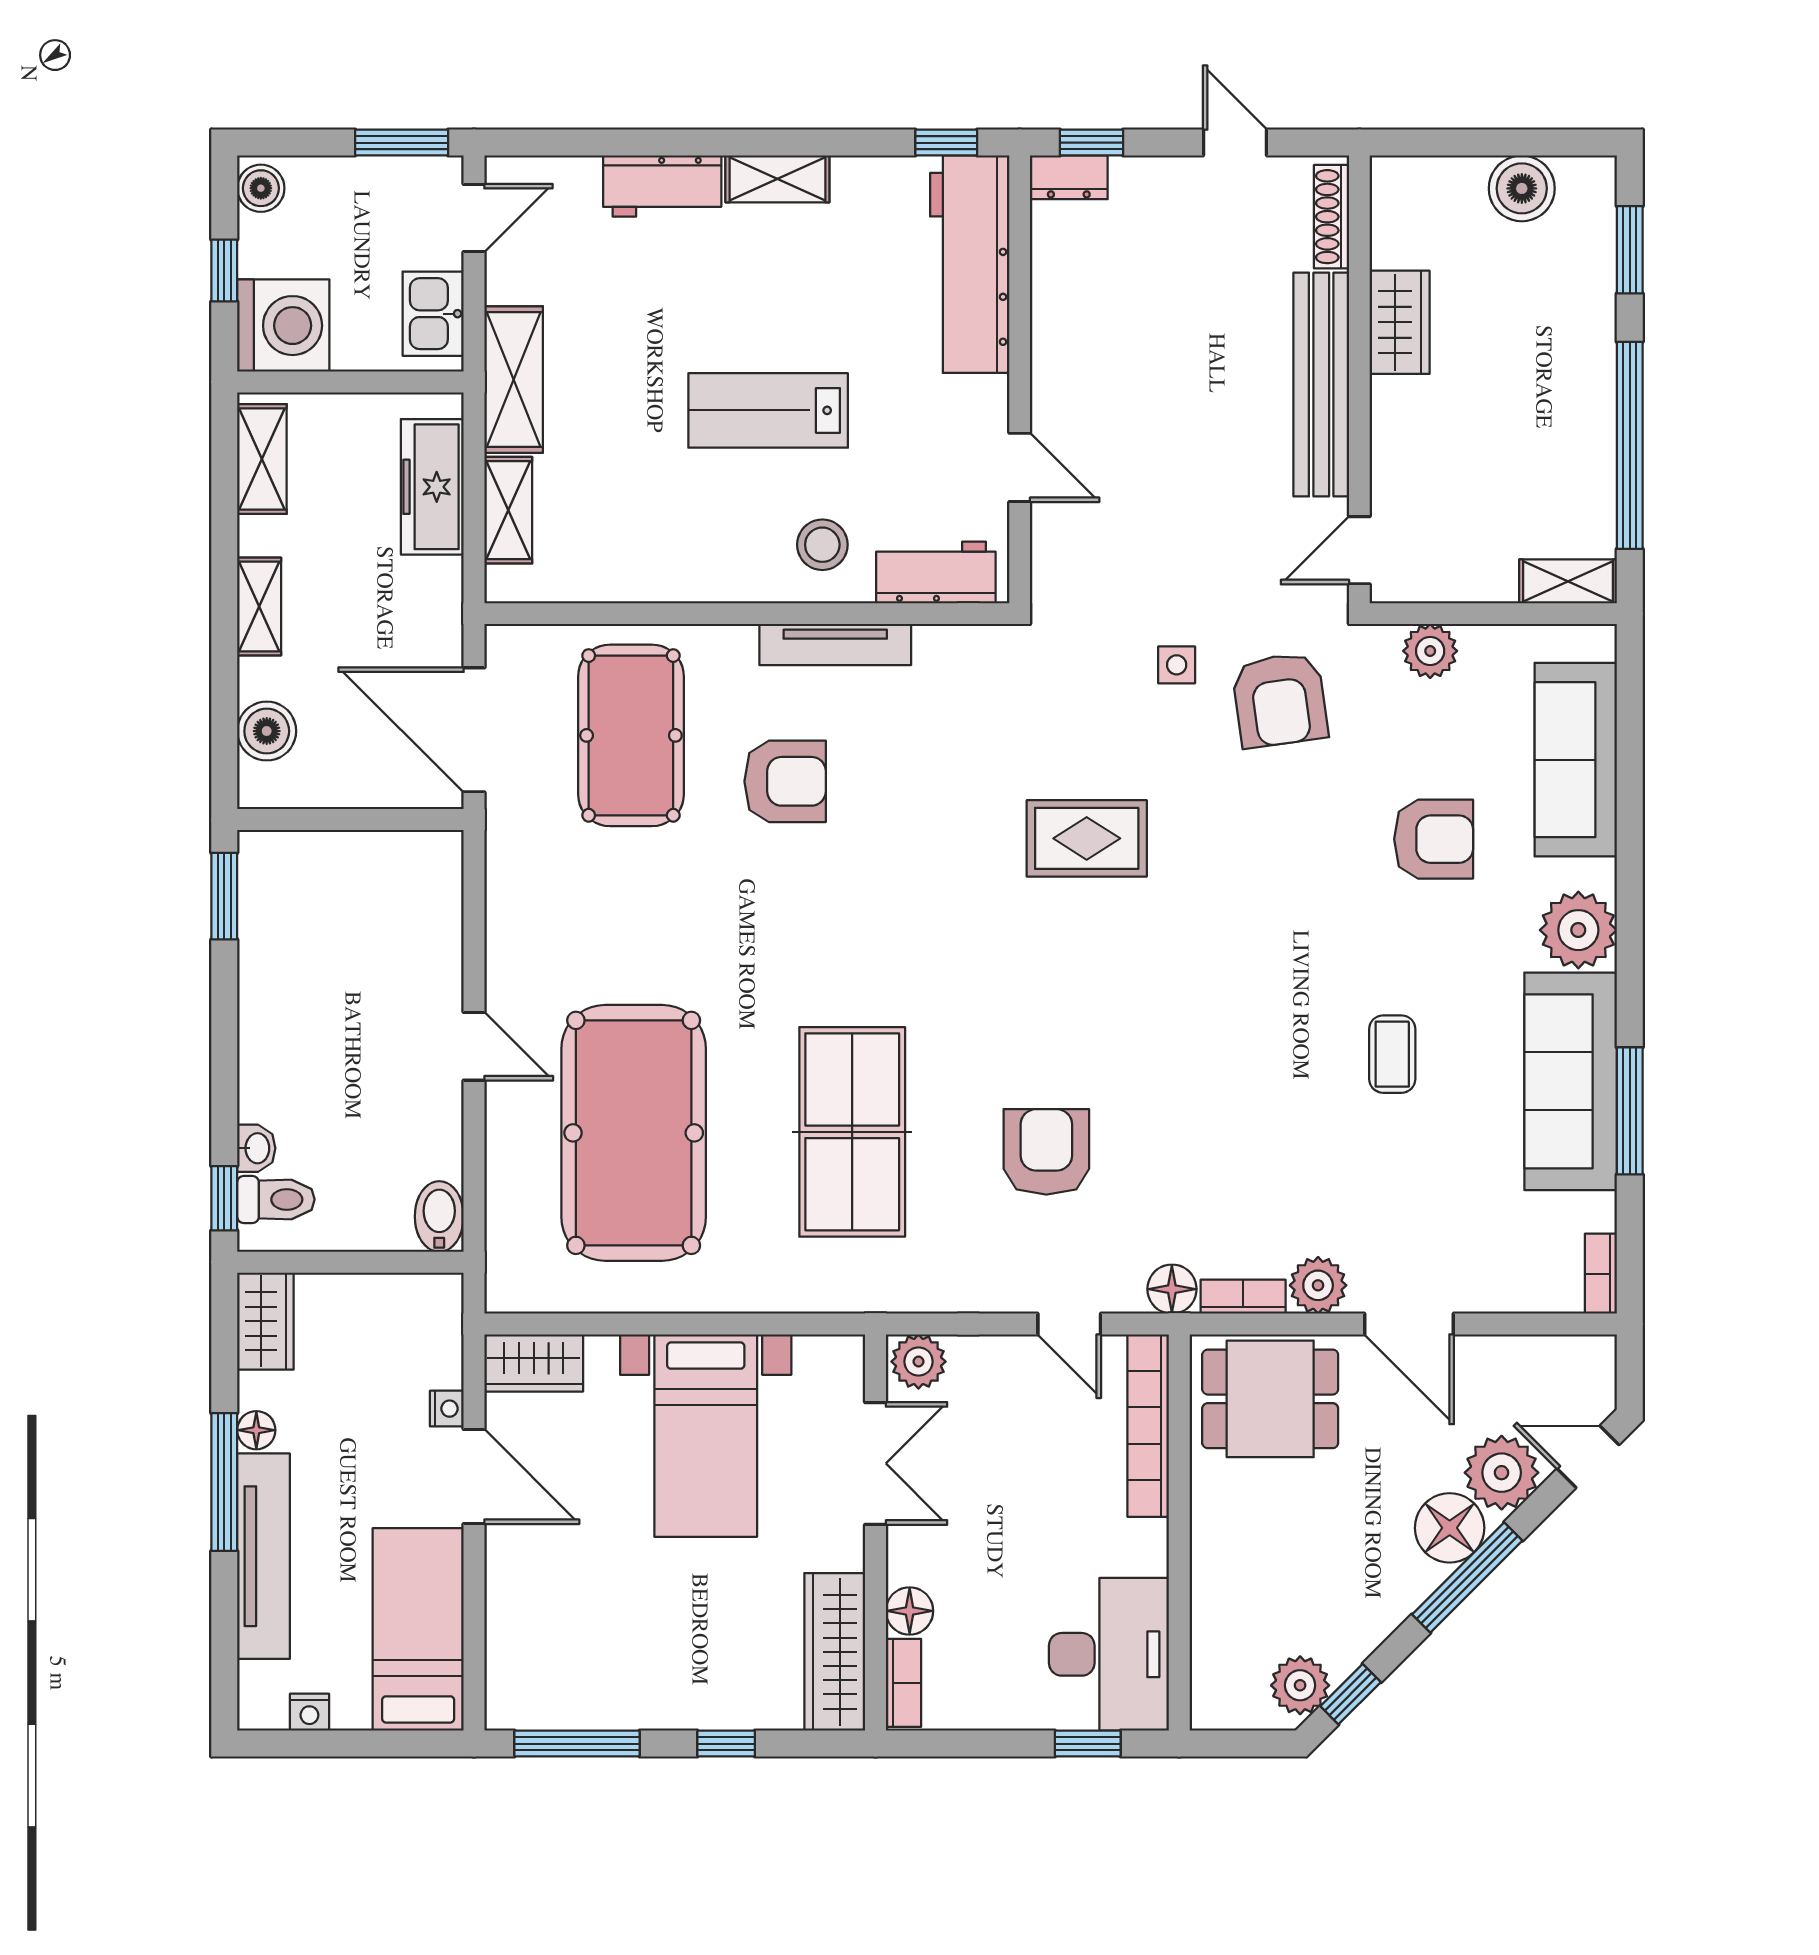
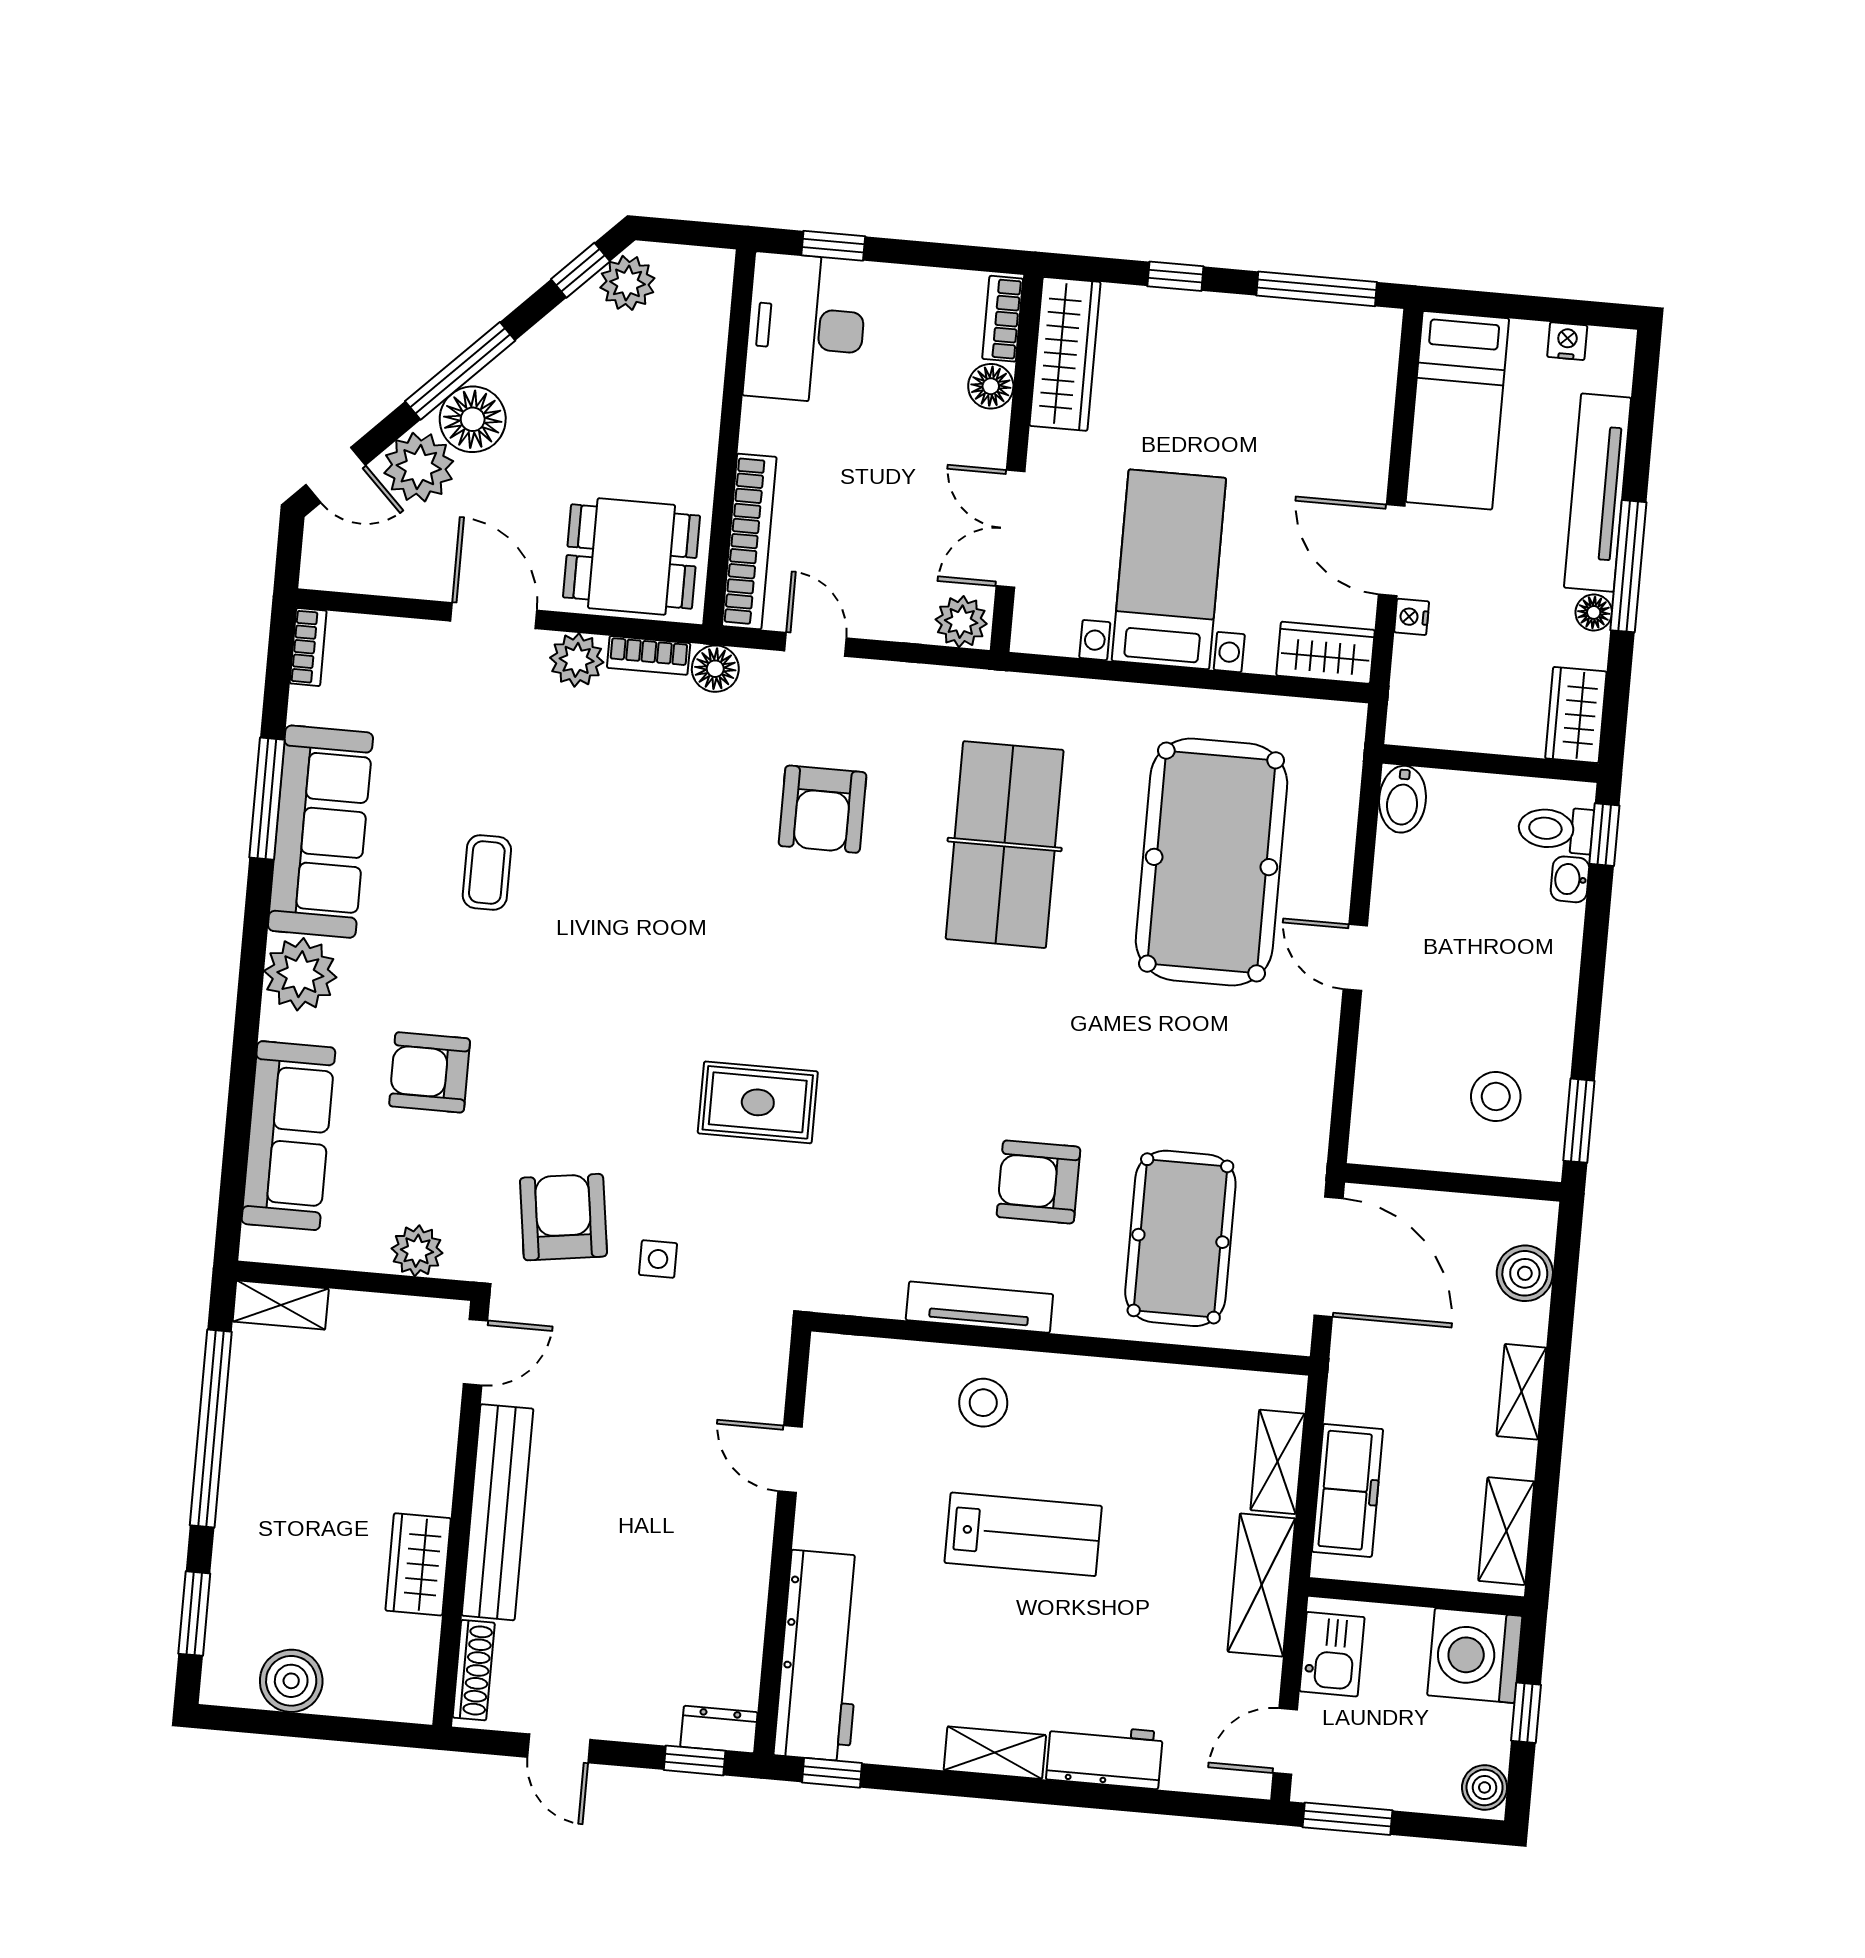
workbench: (936, 573) -> (878, 1367), removed
stool: (314, 914) -> (1496, 1096), added

